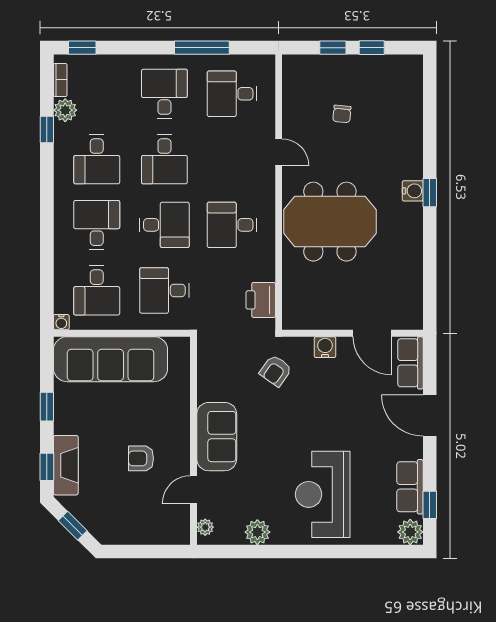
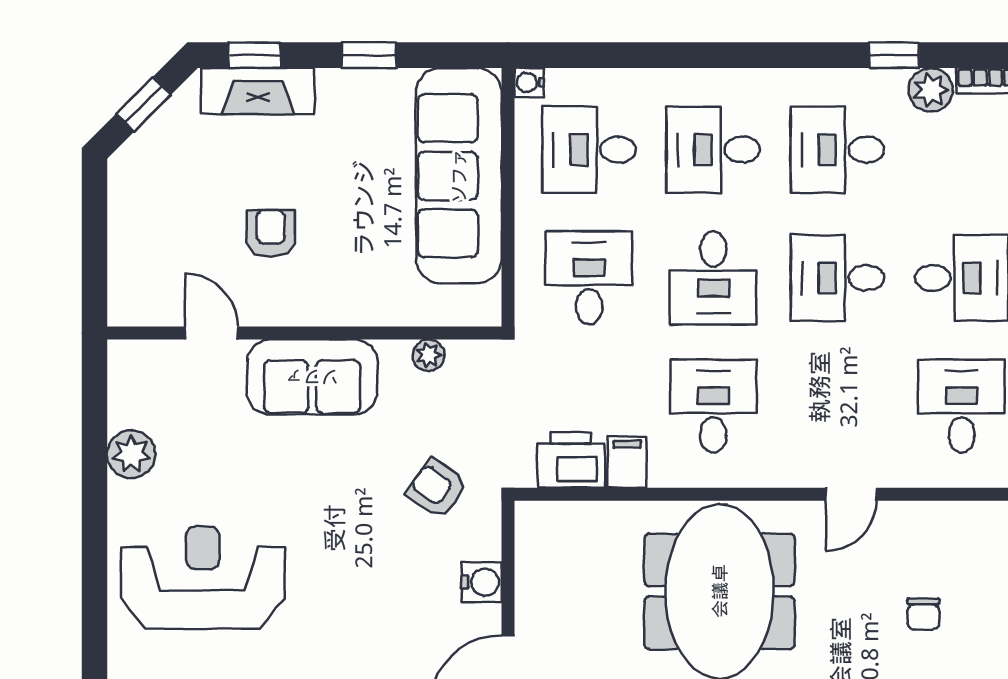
chair: (342, 114) -> (923, 614), turned -95
desk: (97, 225) -> (713, 150), turned 180
filing cabinet: (262, 270) -> (627, 462), added
plant: (205, 527) -> (428, 355), moved

